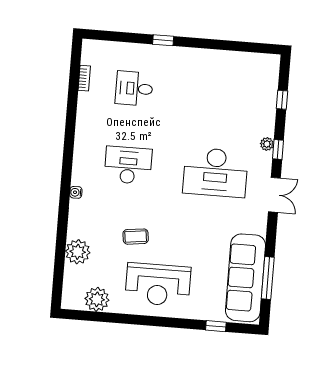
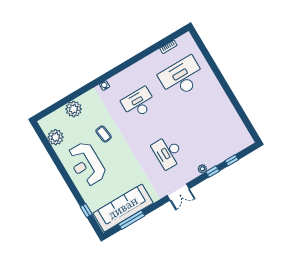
window: (163, 40) -> (218, 74), removed
desk: (134, 88) -> (182, 77), width x1.87, depth x1.30
window: (278, 150) -> (213, 172), moved
desk: (128, 165) -> (139, 103), turned -90
desk: (215, 172) -> (168, 152), width x0.73, depth x0.77

